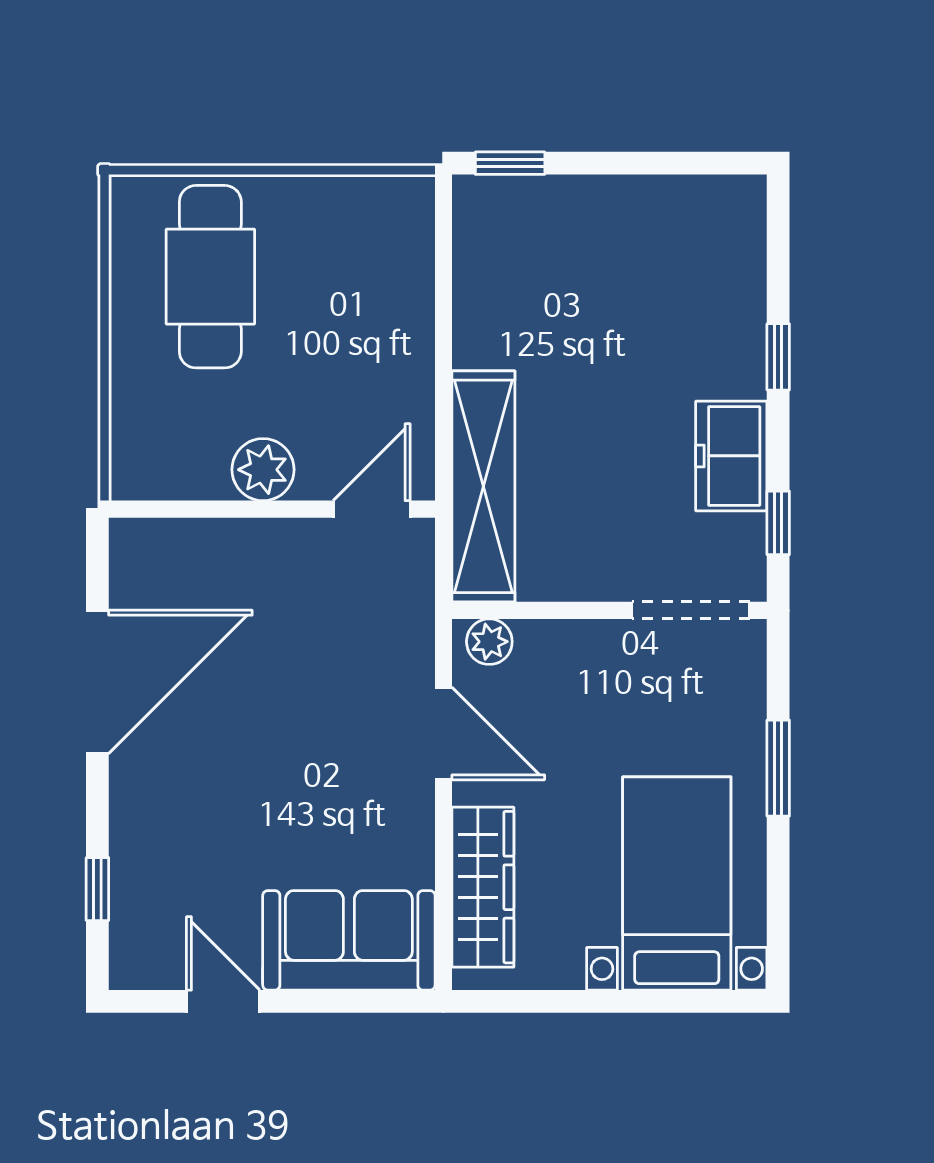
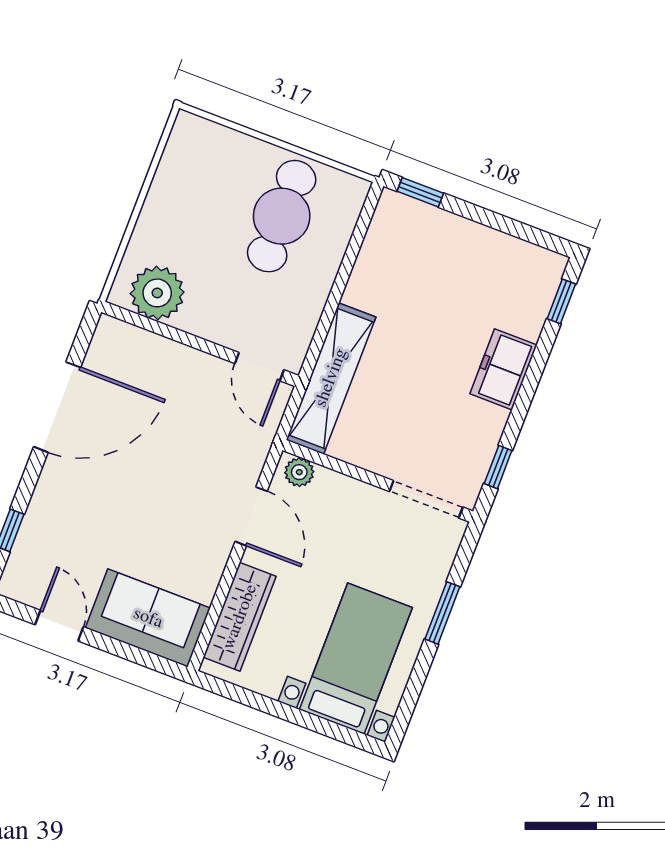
cafe table: (210, 277) -> (282, 216), moved
window: (778, 357) -> (561, 301), moved
freezer: (731, 456) -> (503, 369), moved
plant: (263, 470) -> (157, 293), moved, width x1.36, depth x1.36
door: (372, 509) -> (259, 367), swing flipped

